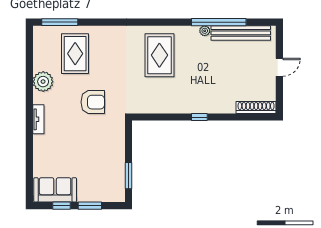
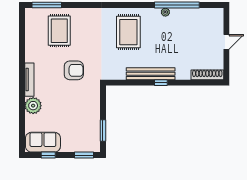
bench: (241, 33) -> (151, 74), moved
plant: (43, 82) -> (33, 106), moved
tv unit: (38, 119) -> (29, 80), width x1.41
window: (90, 206) -> (84, 155), moved

